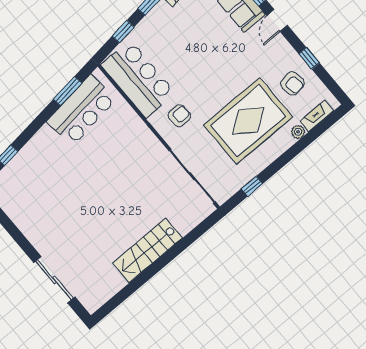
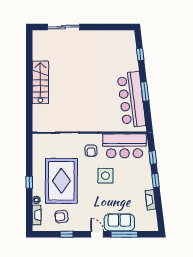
side table: (195, 71) -> (105, 176), added
window: (68, 91) -> (145, 91), moved
bar counter: (82, 110) -> (131, 100), width x1.36
window: (252, 186) -> (29, 182), moved

